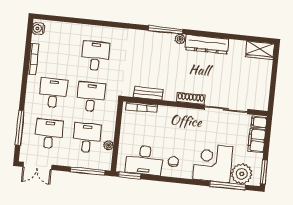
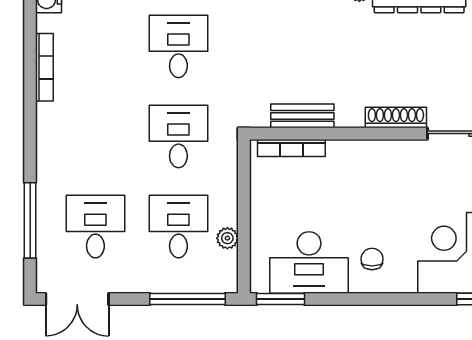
desk: (53, 93) -> (95, 136), removed

